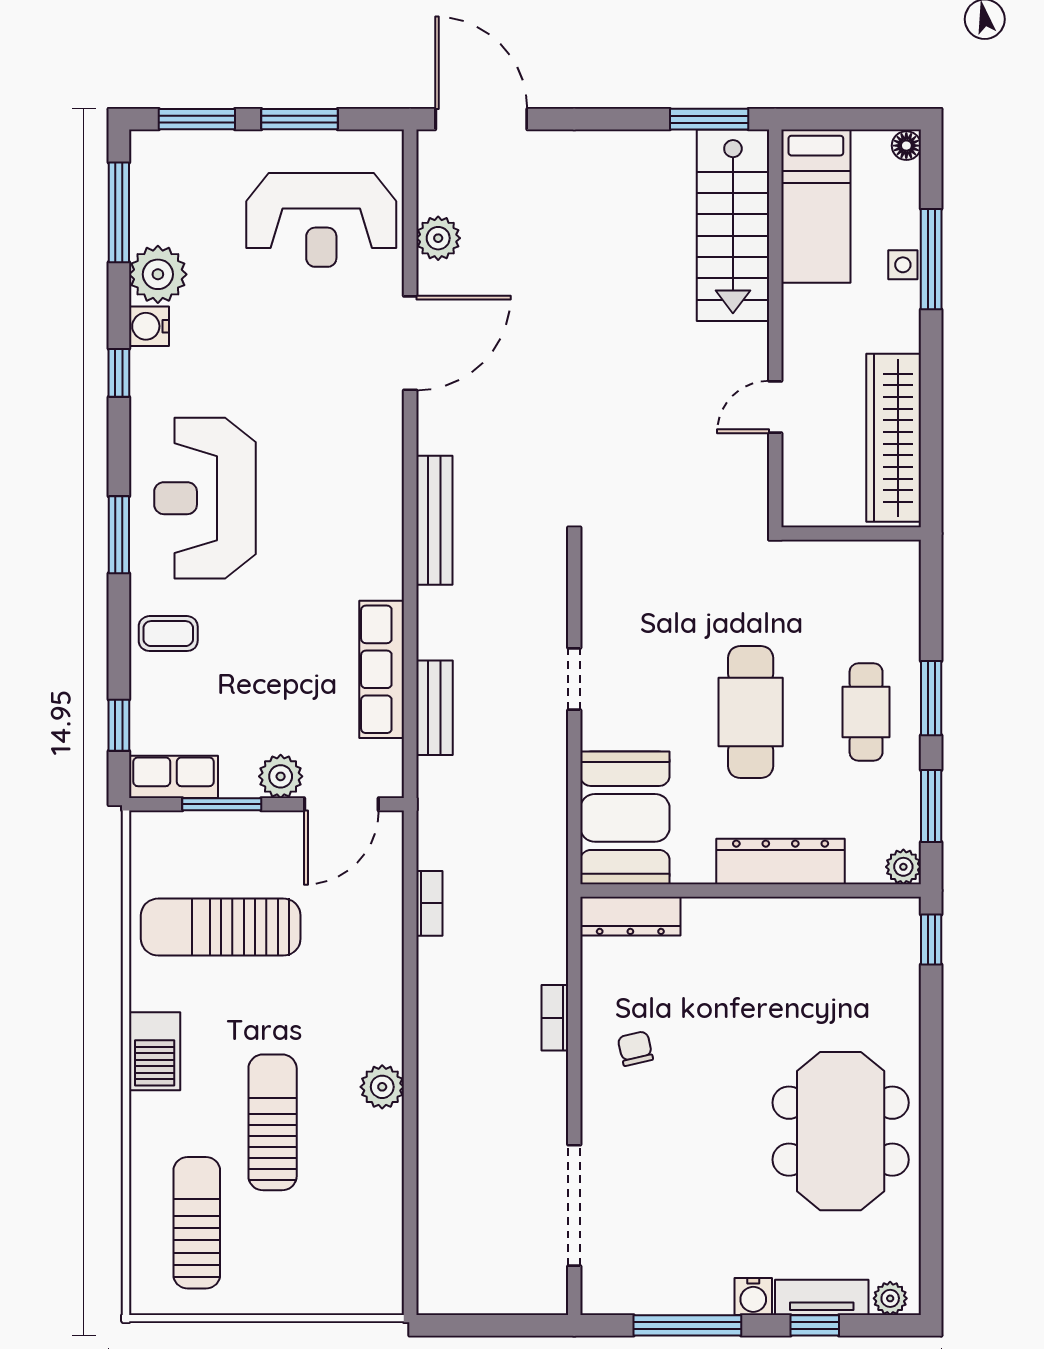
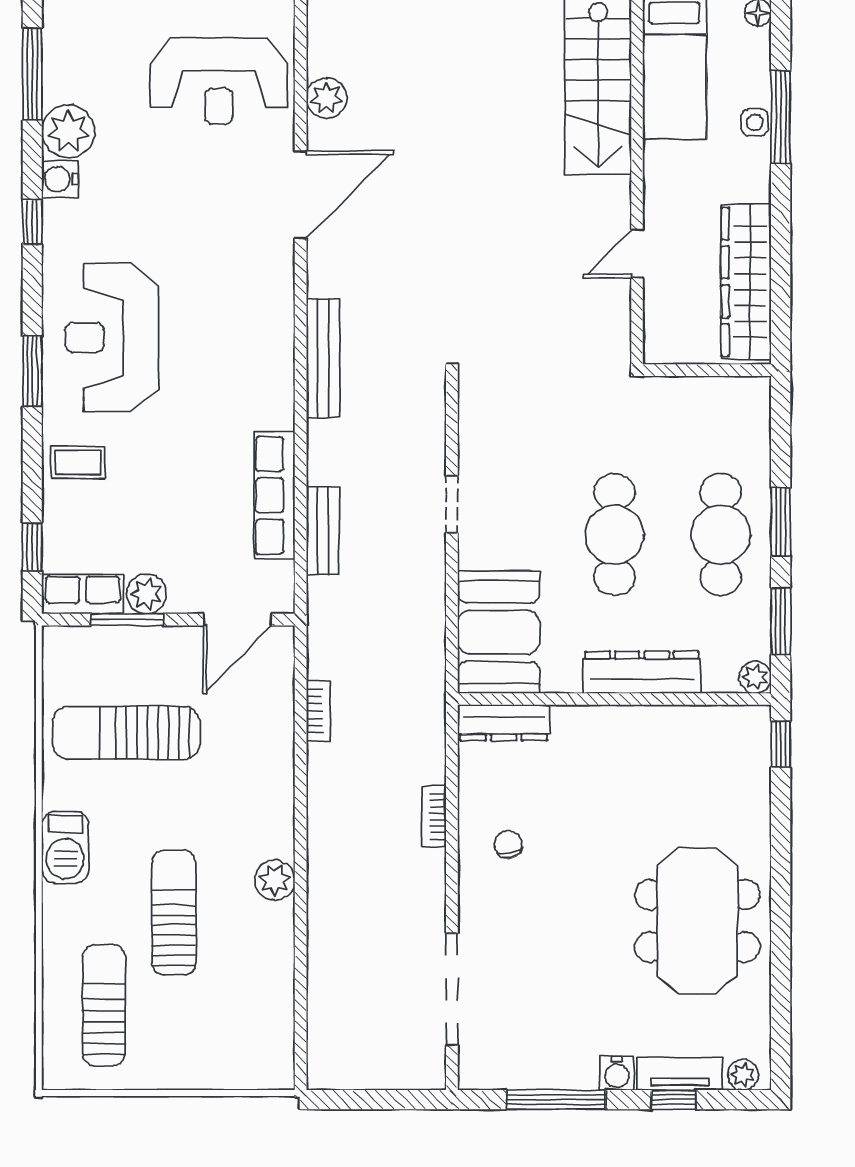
cafe table: (866, 712) -> (721, 535), width x1.37, depth x1.35
plant: (281, 776) -> (147, 594), moved

